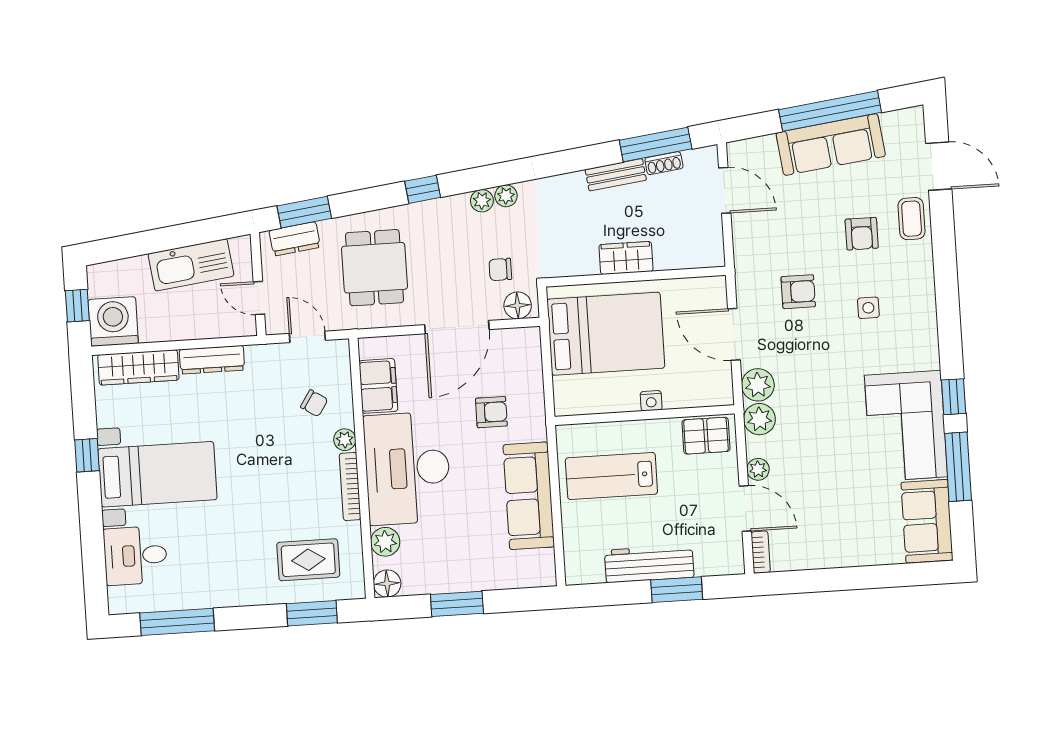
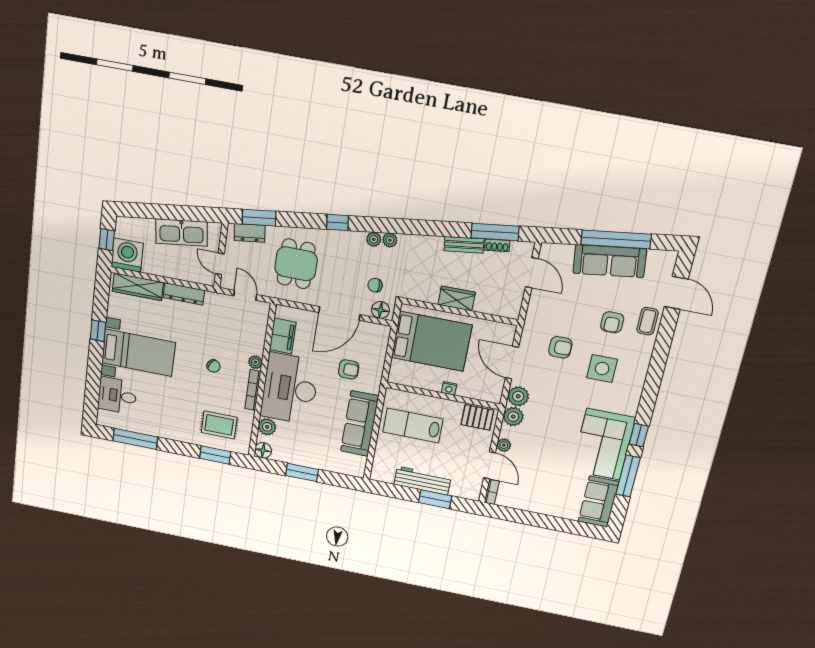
side table: (868, 308) -> (602, 369), width x1.87, depth x1.87
chair: (314, 403) -> (214, 366), moved

